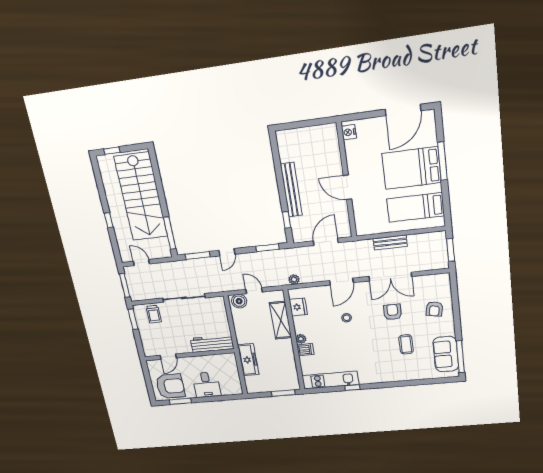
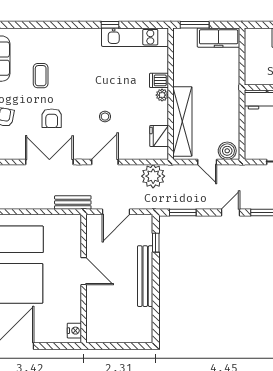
bench: (390, 242) -> (73, 202), moved
plant: (294, 279) -> (153, 176), width x1.88, depth x1.88
shelving: (280, 320) -> (182, 121), width x1.47
freezer: (248, 360) -> (219, 38), moved, turned -90

